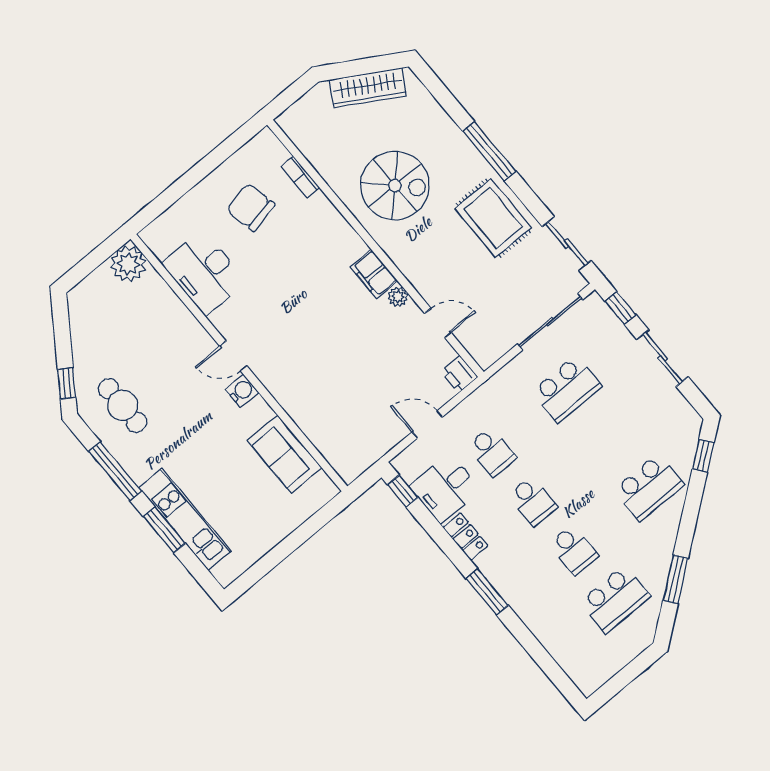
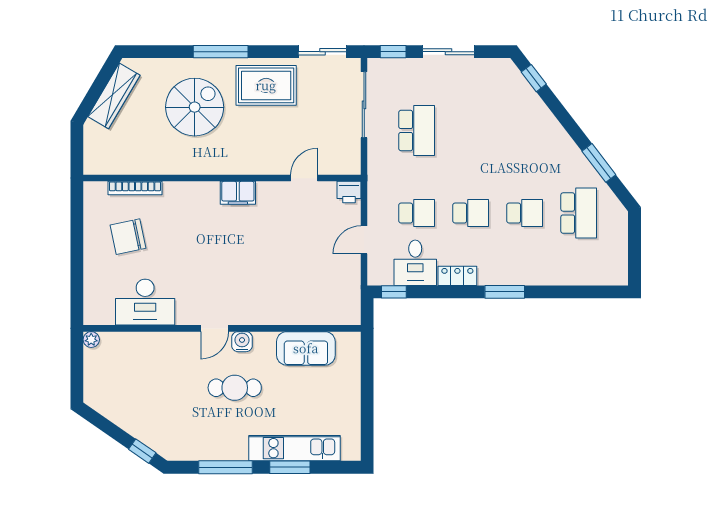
bookcase: (300, 177) -> (135, 188), width x1.56
spiral stairs: (395, 186) -> (195, 107), moved
plant: (128, 264) -> (91, 340), width x0.53, depth x0.53
plant: (398, 297) -> (265, 190), removed
cafe table: (123, 405) -> (235, 388), moved
school desk: (649, 487) -> (525, 130), removed

